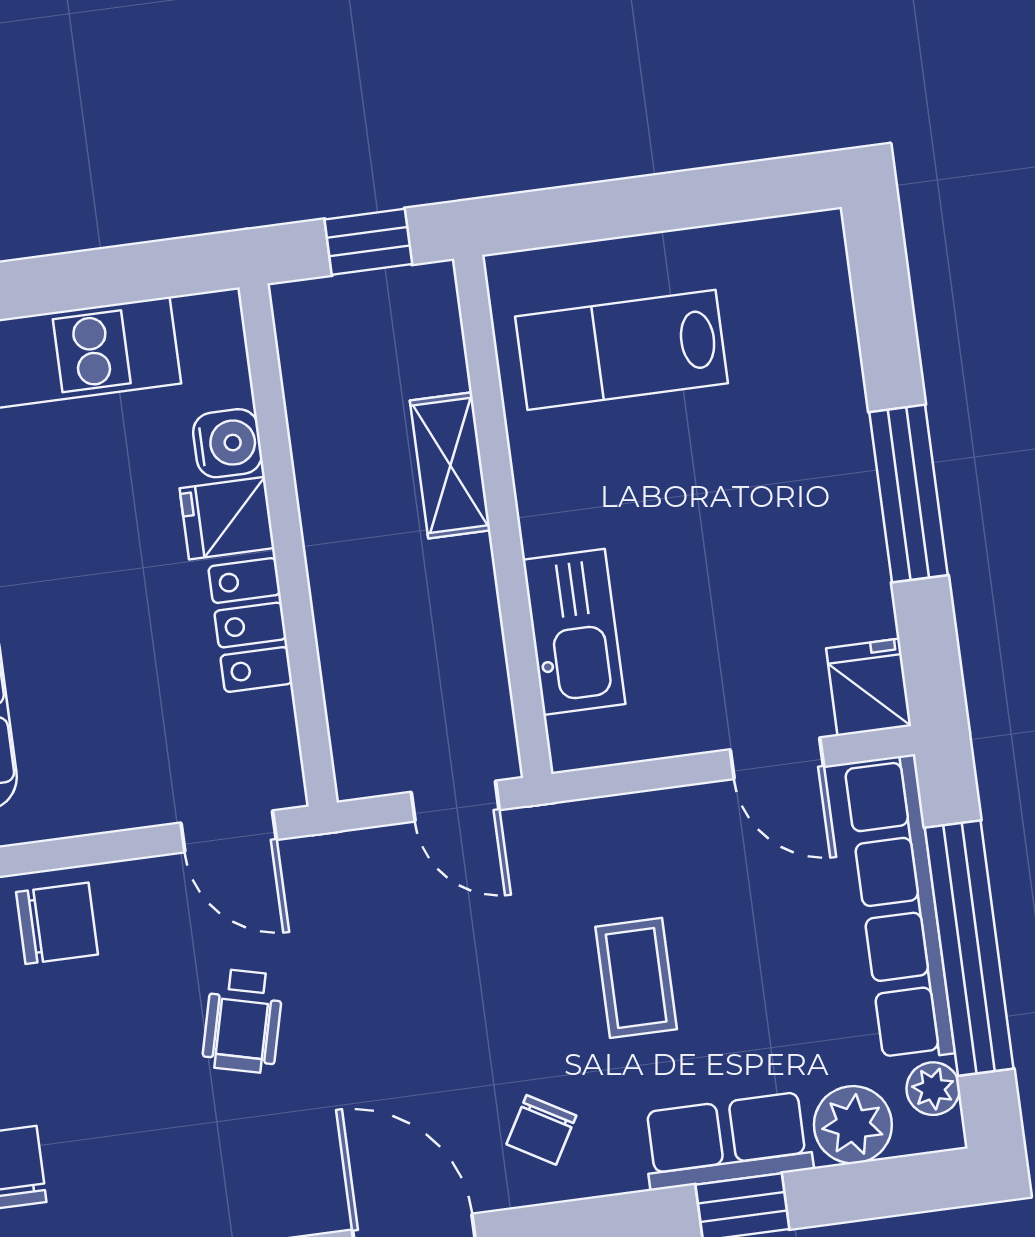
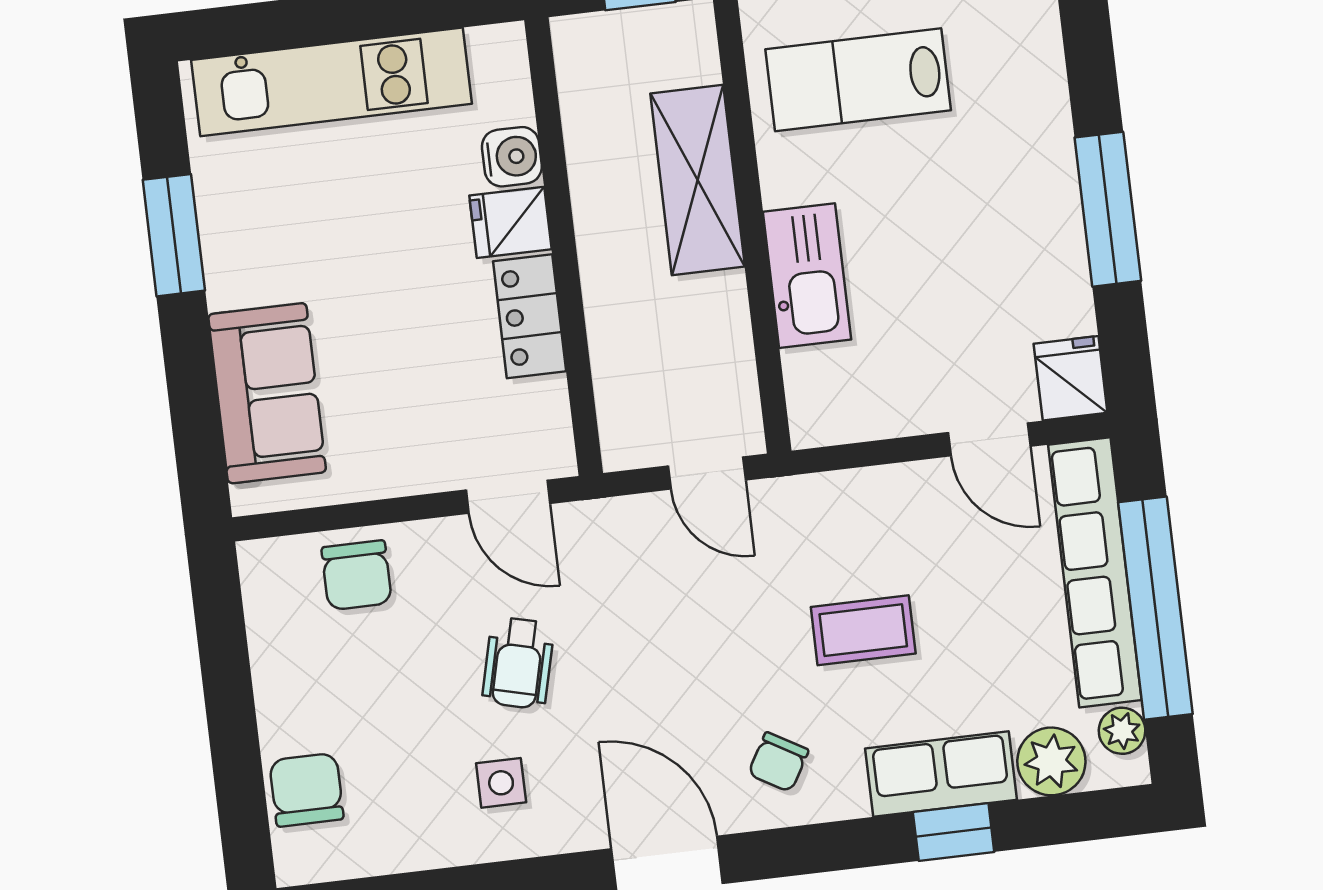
shelving: (450, 465) -> (698, 180), width x1.50, depth x1.33
kitchen sink: (574, 632) -> (807, 276), moved
chair: (57, 923) -> (357, 575), turned 90
coffee table: (636, 978) -> (863, 630), turned 90
side table: (225, 1158) -> (501, 783), added

